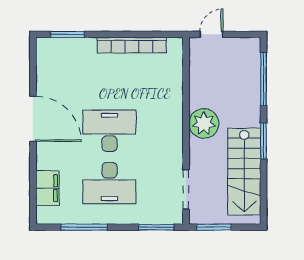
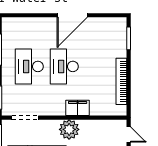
desk: (109, 131) -> (64, 66), turned 180
filing cabinet: (47, 188) -> (78, 108), moved, turned 180

